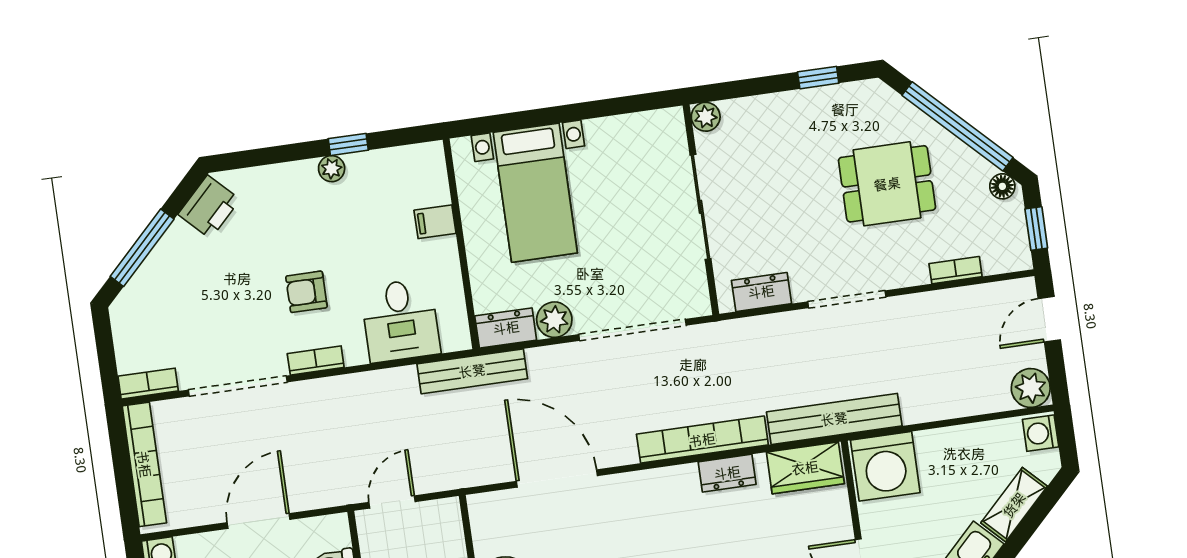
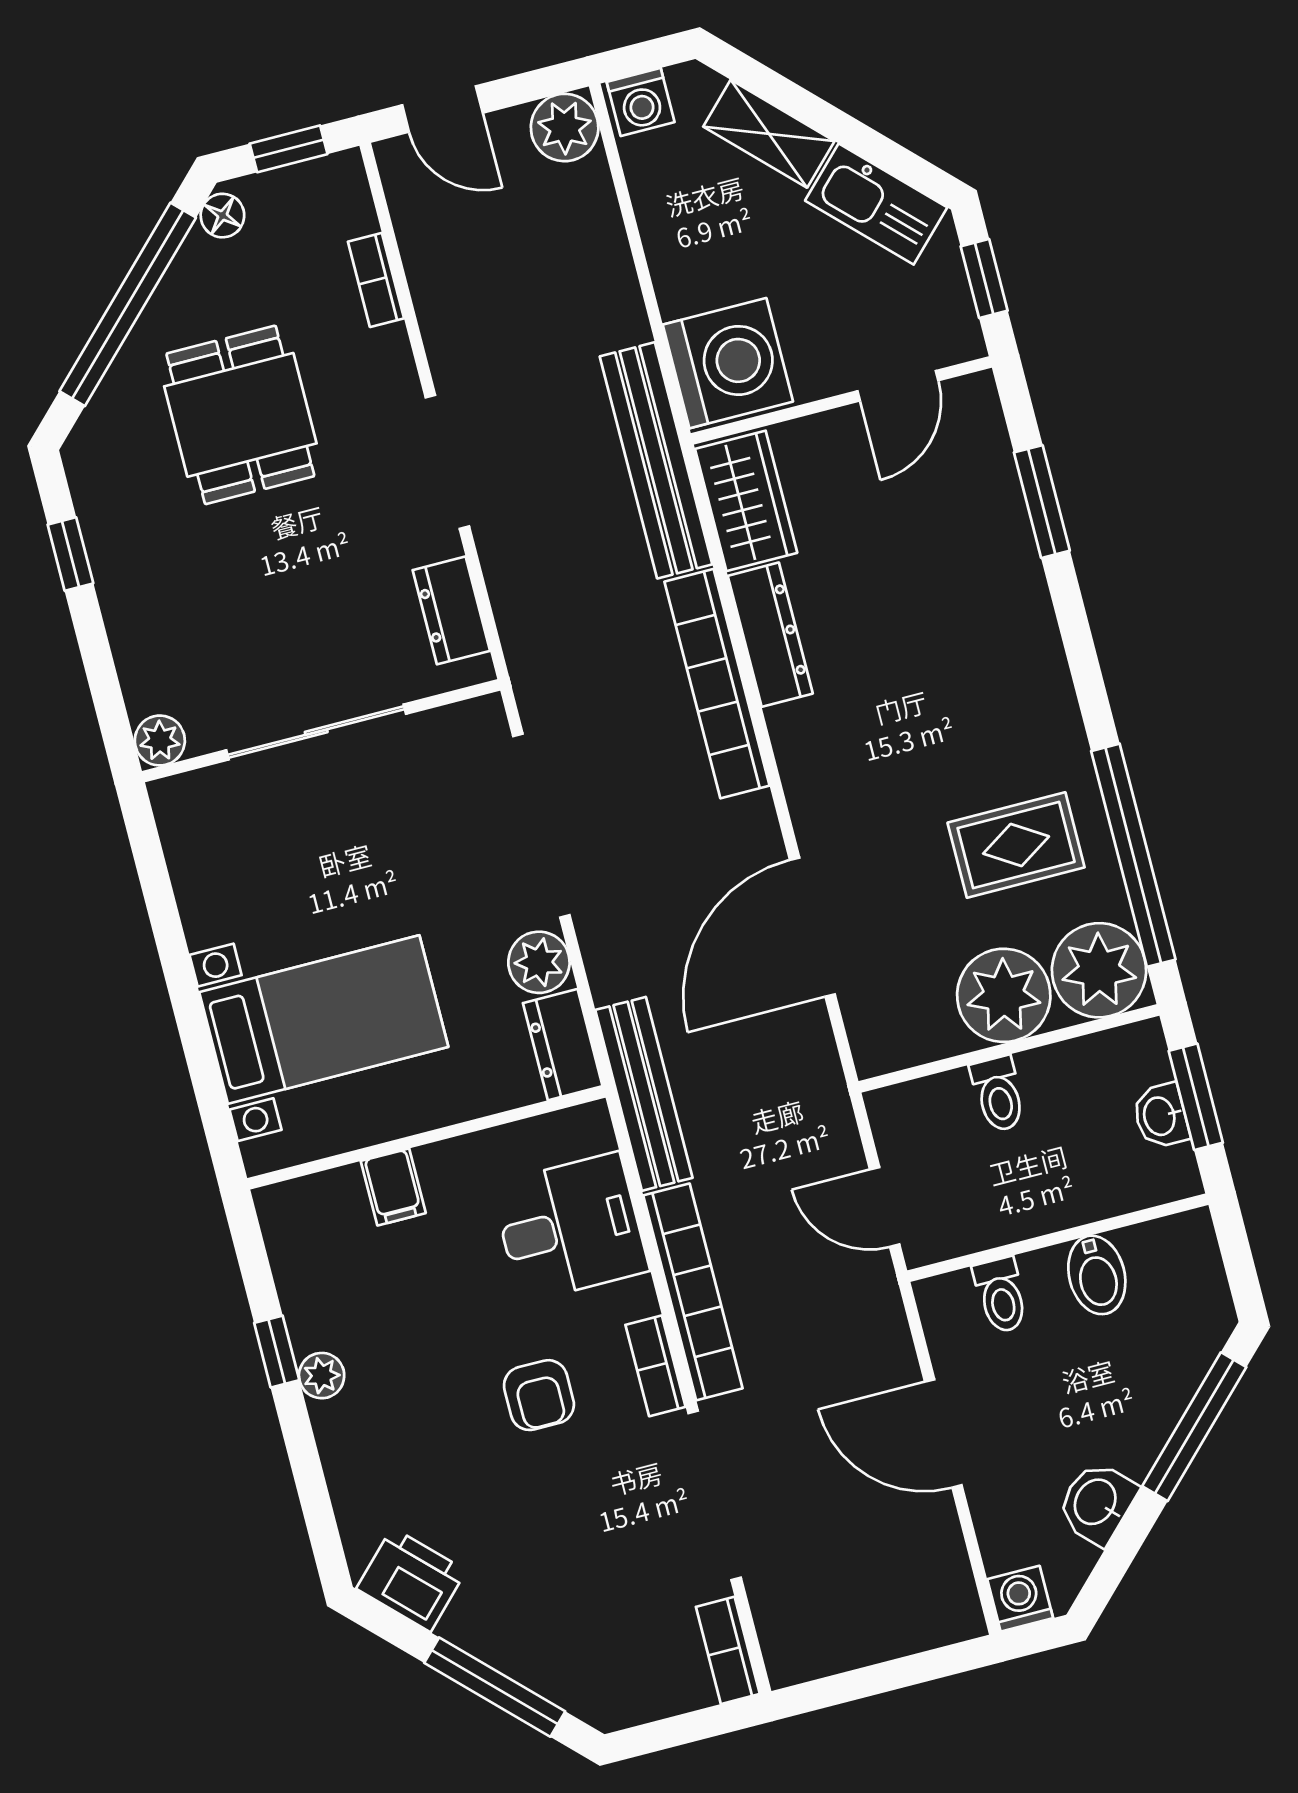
bookcase: (144, 464) -> (693, 1292), moved, turned 90
dresser: (727, 473) -> (770, 635), width x1.44

